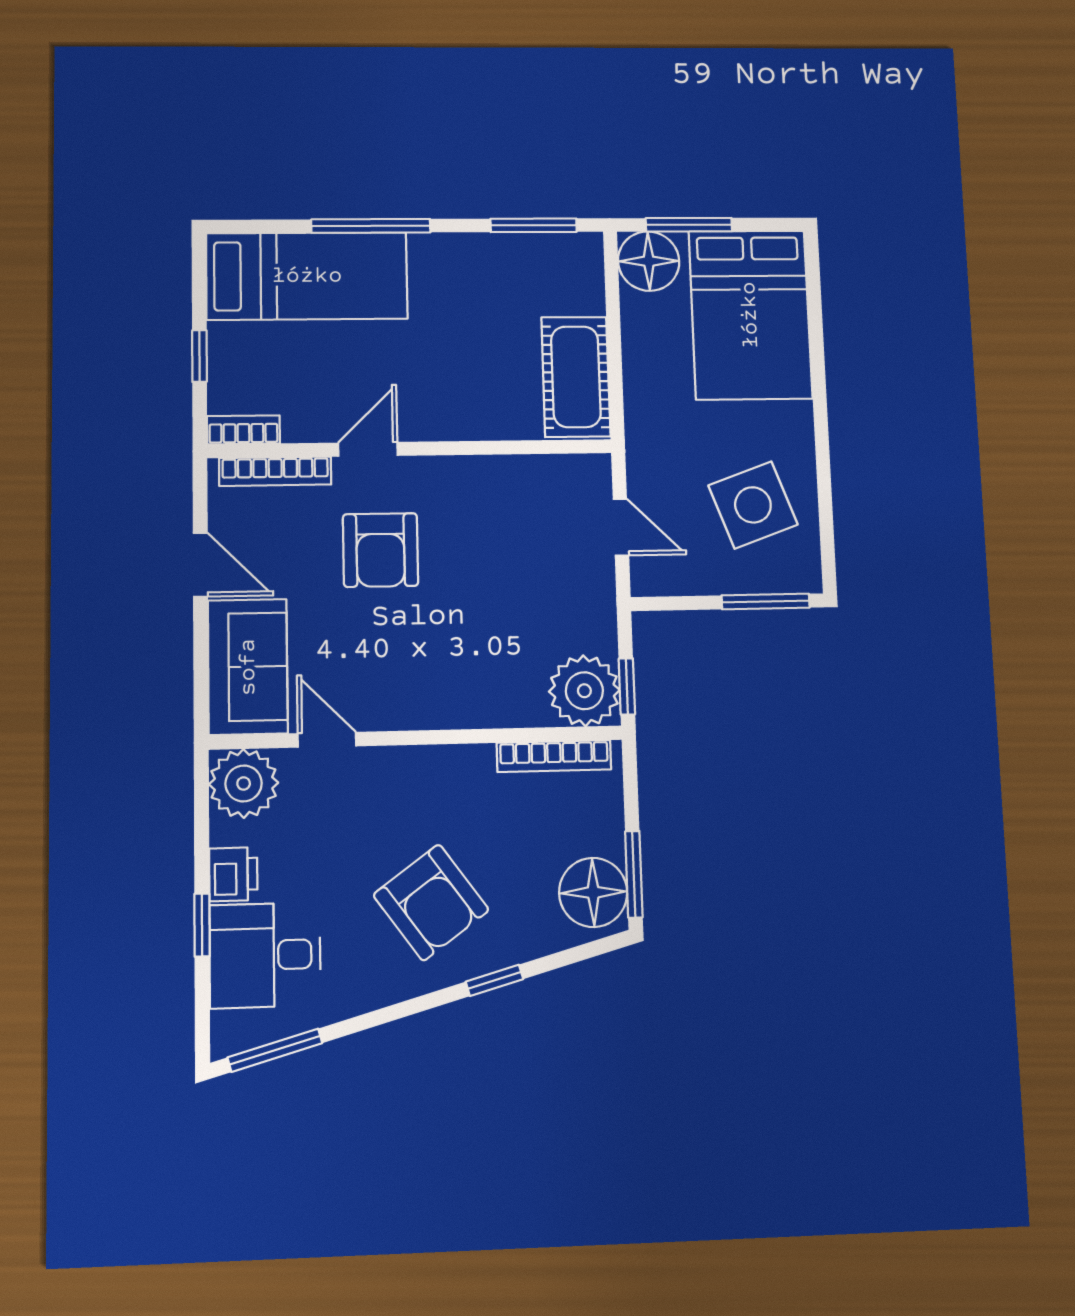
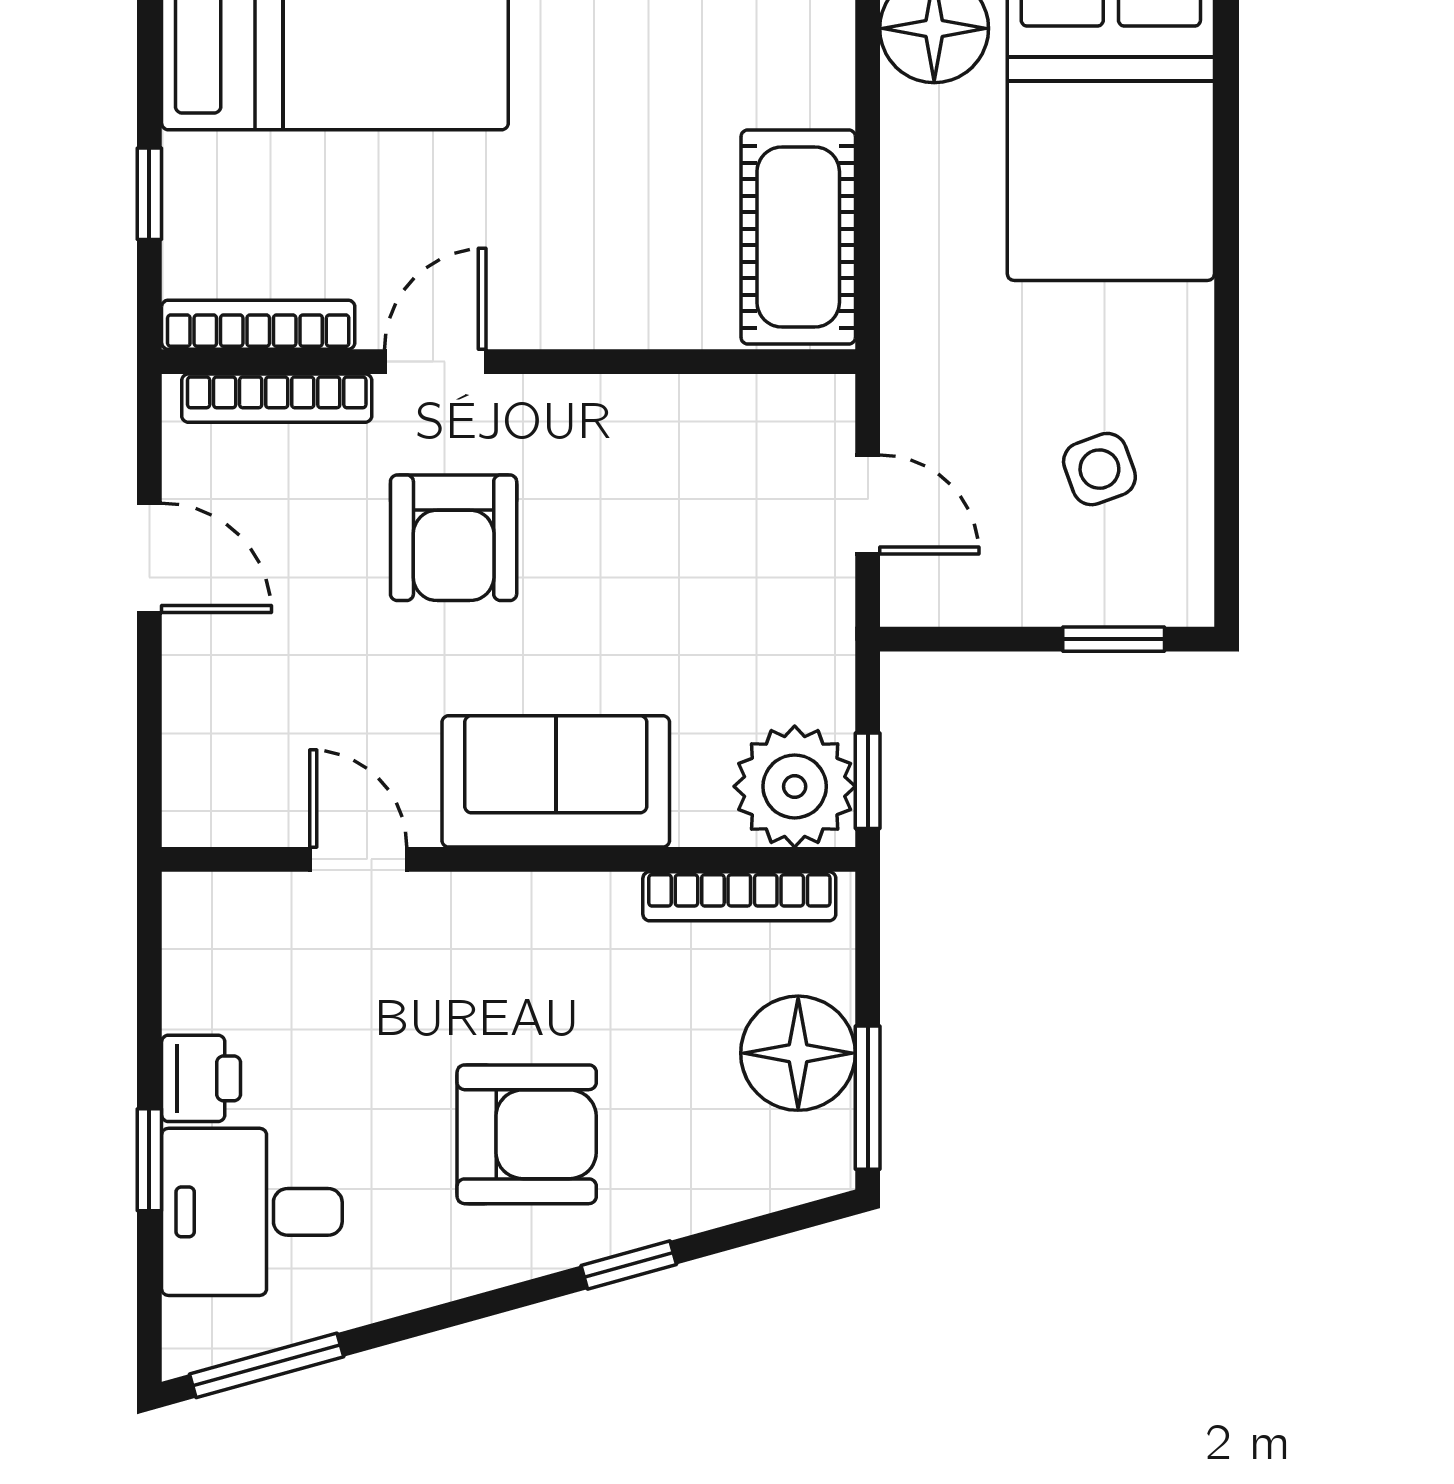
bookcase: (243, 430) -> (258, 325), width x1.56
side table: (753, 505) -> (1099, 469), width x0.54, depth x0.54
window: (766, 602) -> (1114, 639), width x0.67
sofa: (248, 667) -> (556, 781), moved, turned -90
plant: (244, 783) -> (219, 929), removed
floor lamp: (593, 892) -> (798, 1053), moved
armchair: (431, 902) -> (527, 1134), turned -54

